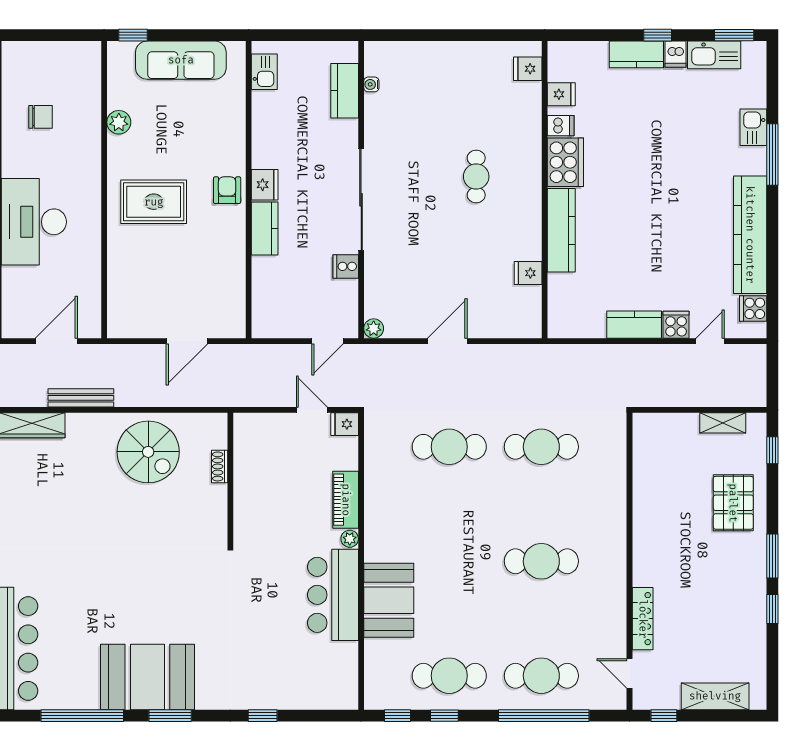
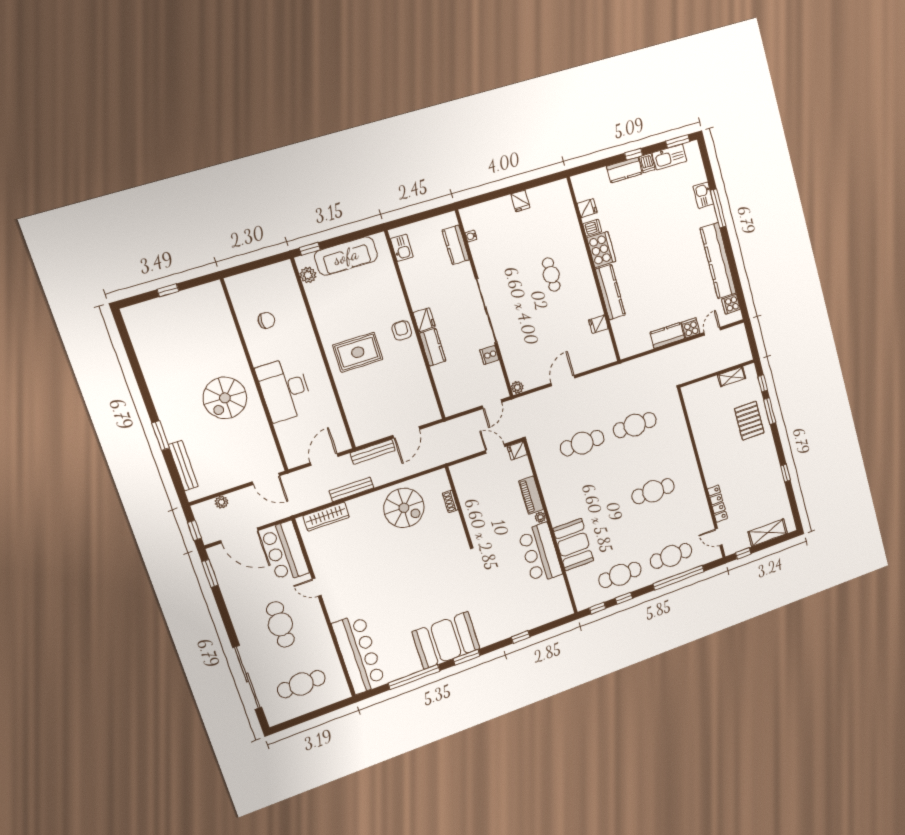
fridge: (528, 69) -> (520, 201), moved, turned -90
plant: (119, 122) -> (308, 275), moved
bench: (129, 353) -> (373, 452), added
window: (772, 556) -> (770, 411), moved

